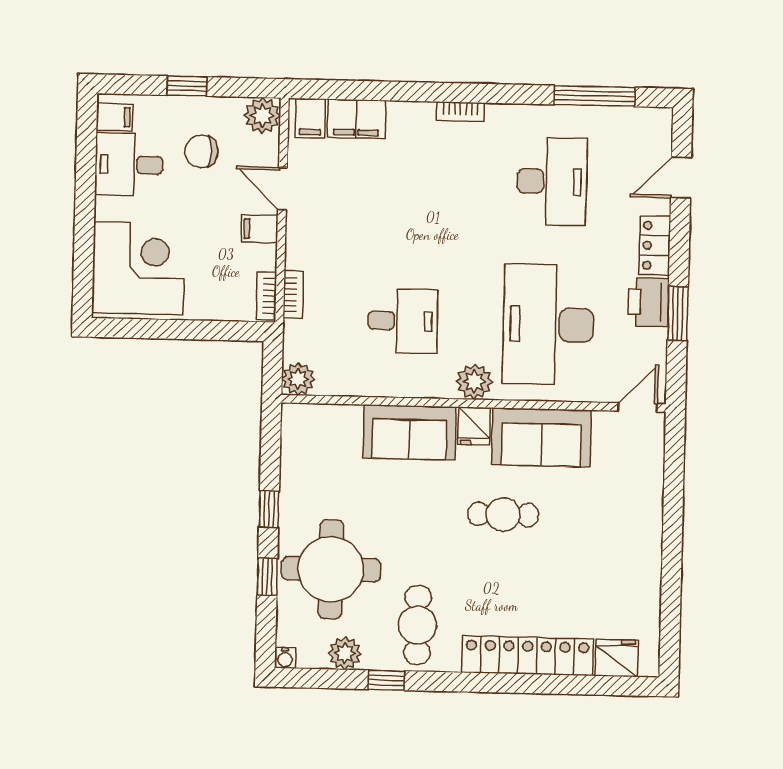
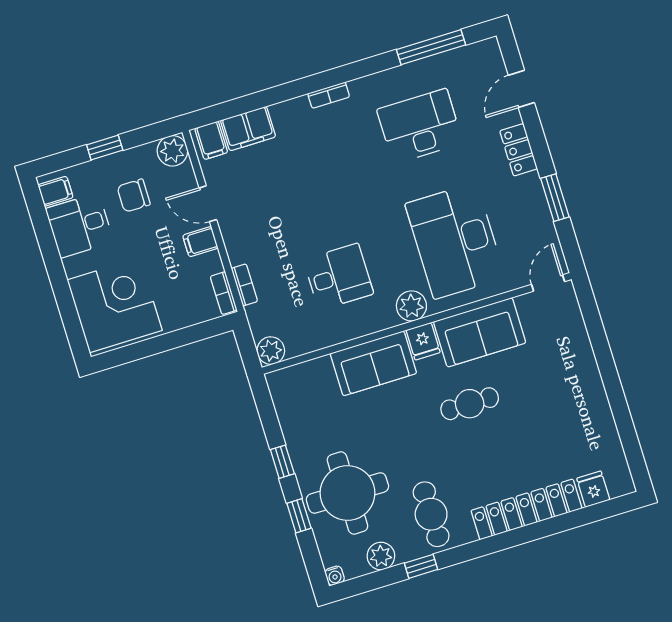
desk: (552, 181) -> (420, 126), turned -90
printer: (649, 302) -> (529, 196), removed
fridge: (617, 658) -> (593, 489), width x0.72

